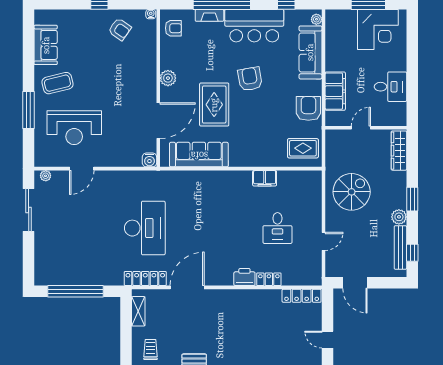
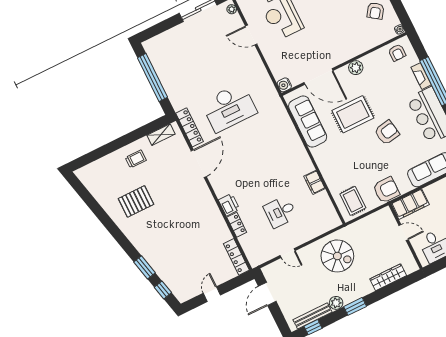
door: (361, 128) -> (404, 232), moved
wall: (366, 128) -> (406, 236), moved
door: (187, 287) -> (199, 164), hinge flipped

